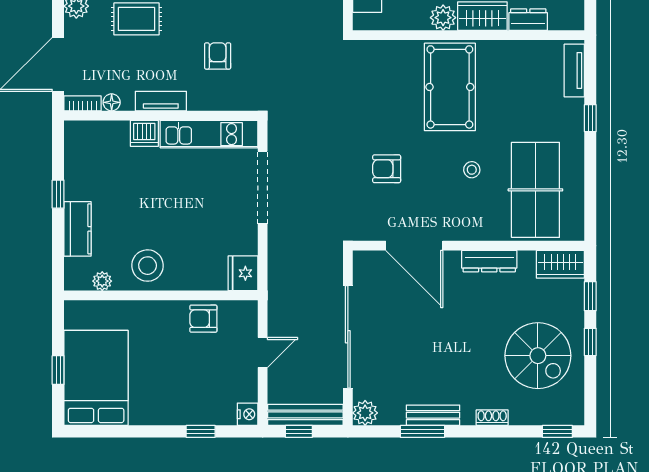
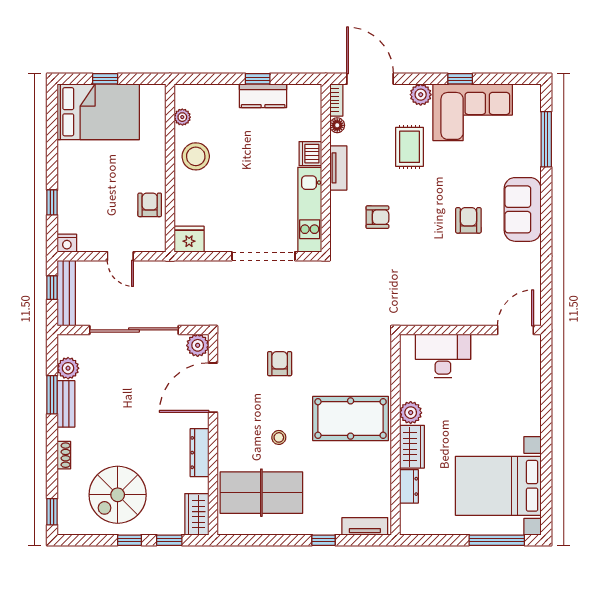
kitchen counter: (78, 229) -> (263, 96), moved
plant: (365, 263) -> (198, 345), added
plant: (365, 413) -> (68, 368), moved

